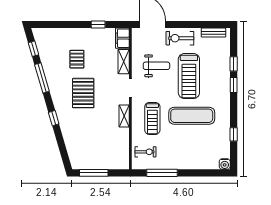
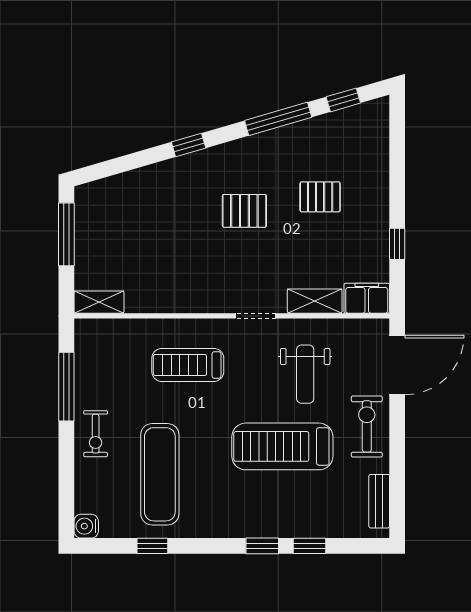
pallet: (83, 93) -> (244, 211), width x0.67, depth x0.71
shelving: (124, 116) -> (99, 302), moved
exercise mat: (192, 116) -> (160, 474), moved
exercise bike: (145, 152) -> (96, 434), moved

